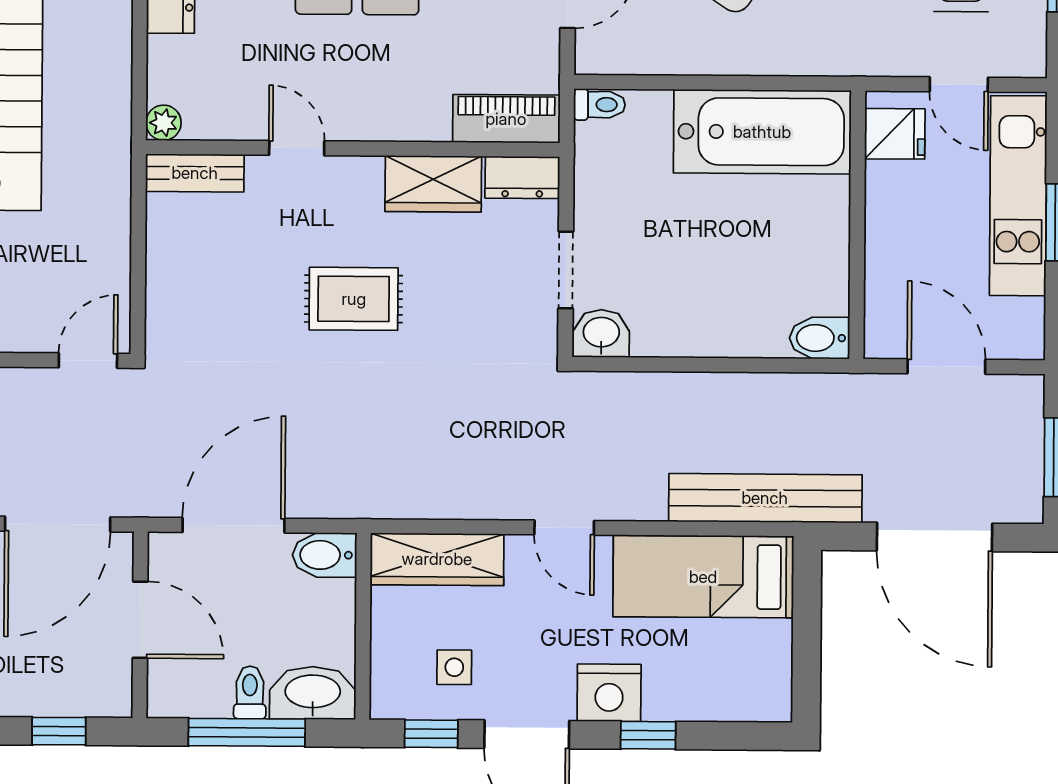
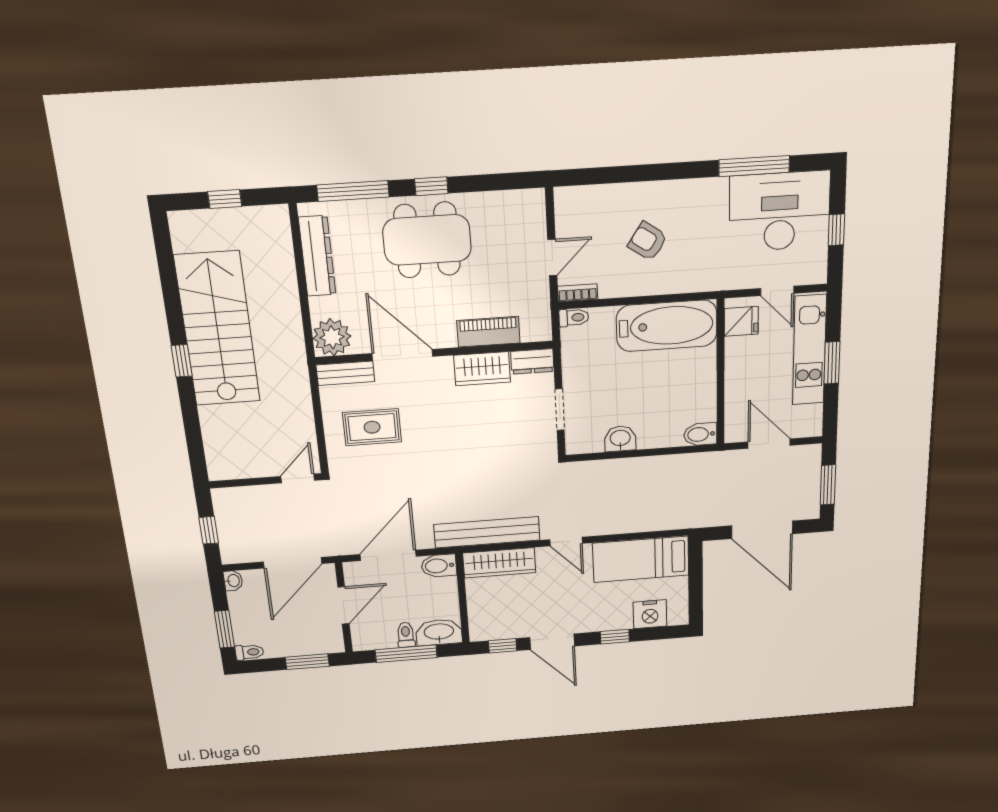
bookcase: (608, 62) -> (578, 293), added
piano: (506, 119) -> (488, 332), moved
plant: (164, 123) -> (332, 337), width x1.88, depth x1.88
door: (297, 148) -> (402, 355), width x1.88
rug: (354, 299) -> (372, 427), moved
washbasin: (601, 334) -> (620, 439), moved
bench: (765, 498) -> (487, 532), moved
door: (140, 620) -> (343, 605), hinge flipped
side table: (454, 667) -> (512, 614), removed
nightstand: (609, 693) -> (650, 614), moved
window: (59, 731) -> (307, 662), width x1.50

